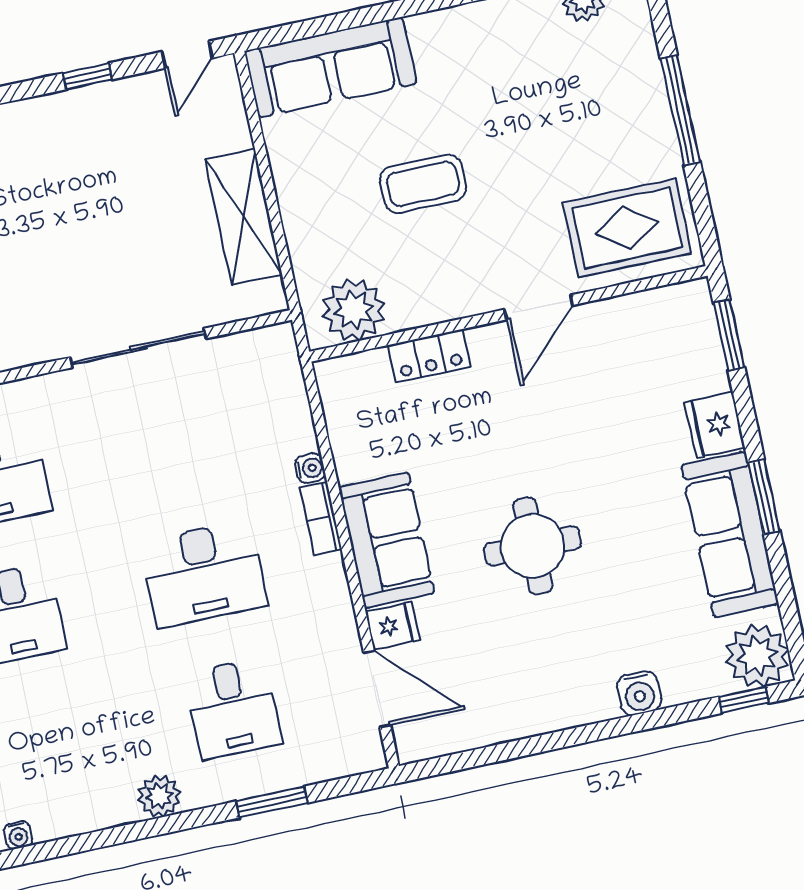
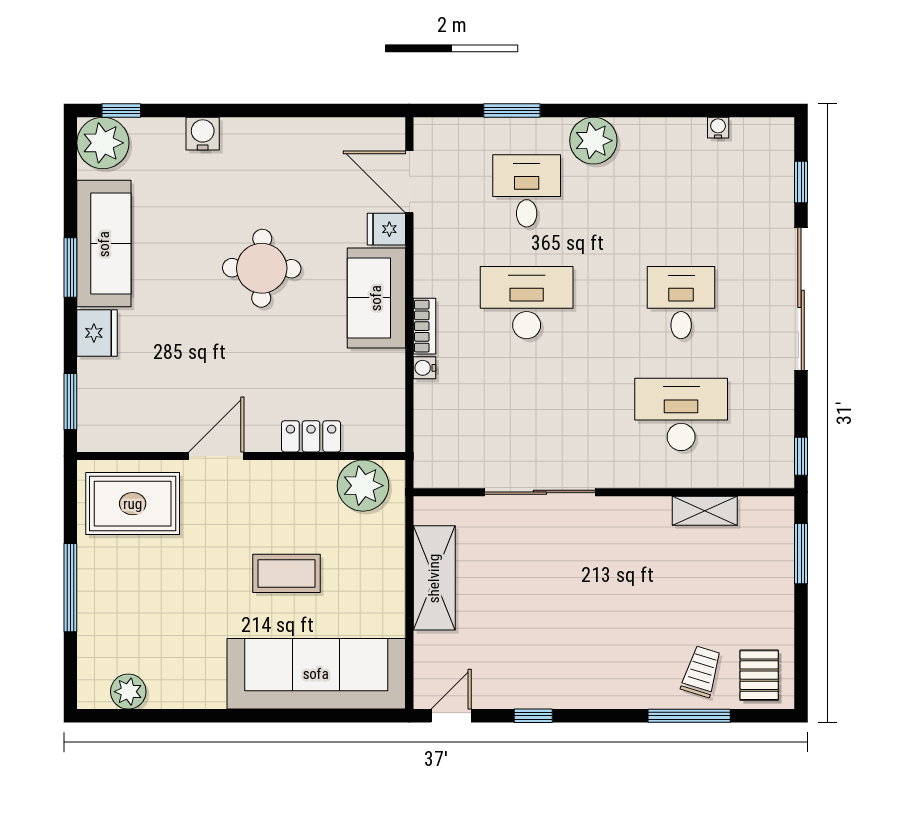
sofa: (330, 67) -> (316, 674), width x1.36, depth x1.27
plant: (159, 796) -> (593, 141), width x1.36, depth x1.36

